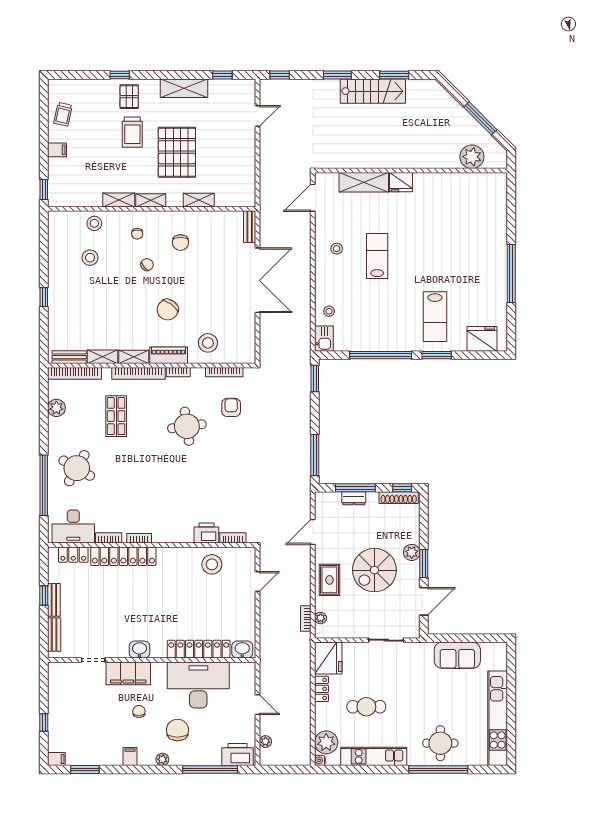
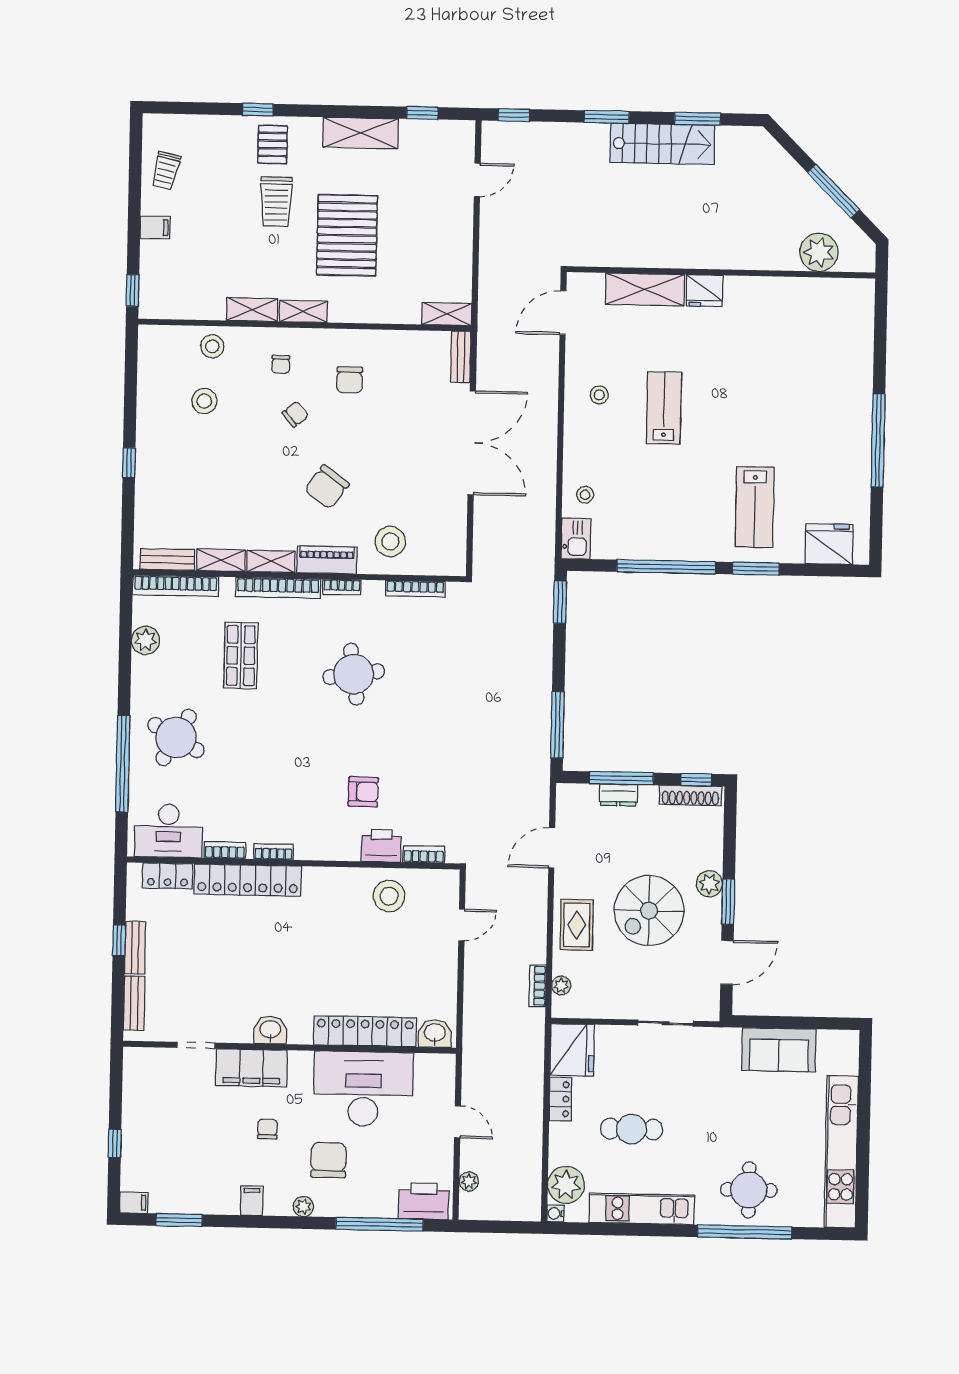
shelving: (199, 200) -> (447, 314), moved
armchair: (231, 407) -> (363, 792), moved, turned 91

